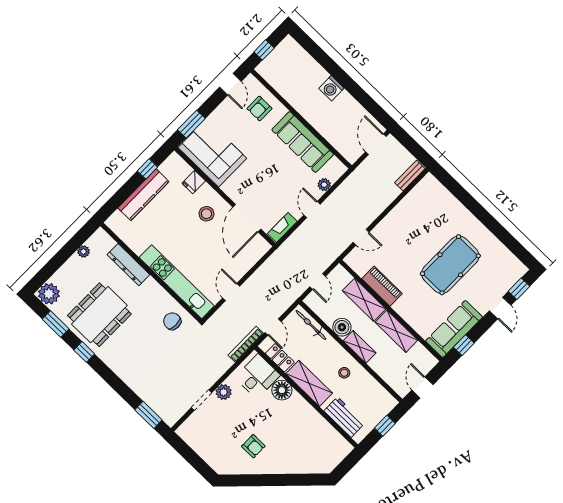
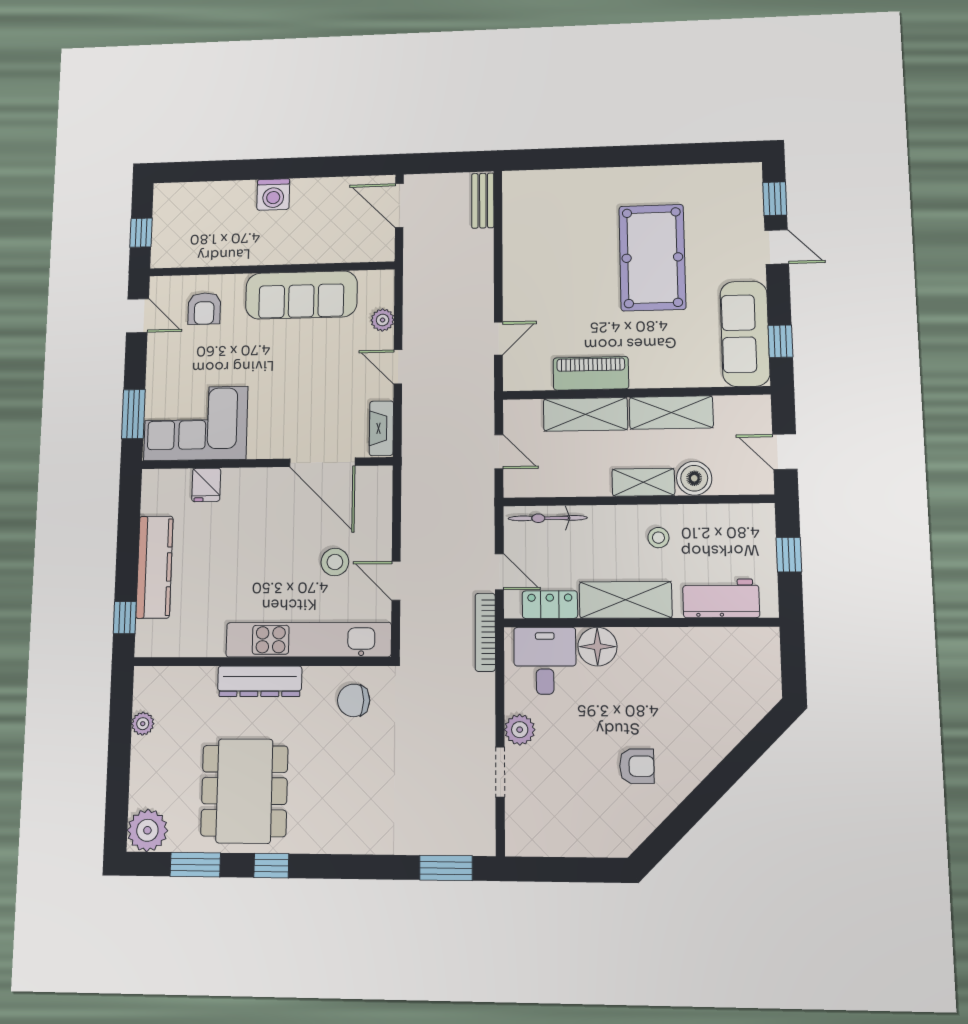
window: (147, 169) -> (125, 618), moved
stool: (206, 214) -> (335, 562), moved
dresser: (128, 265) -> (260, 681), moved
boiler: (342, 327) -> (694, 478), moved

